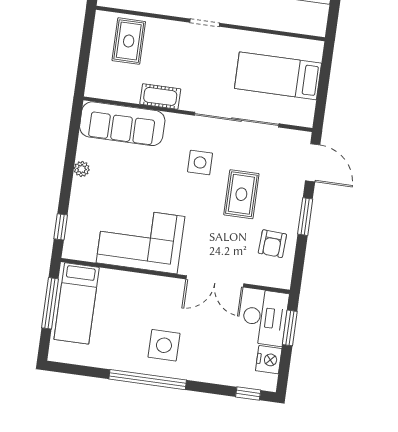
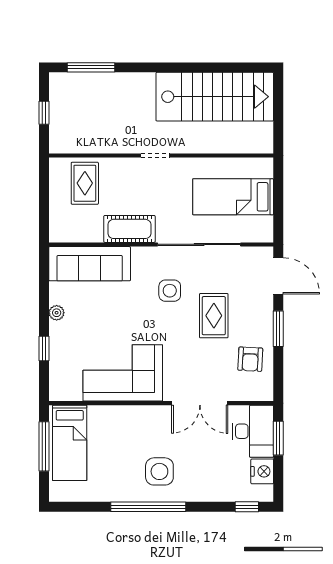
cot: (160, 96) -> (129, 229), width x1.37, depth x1.34
window: (61, 227) -> (44, 349), moved

